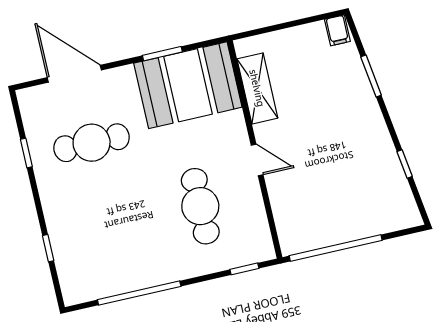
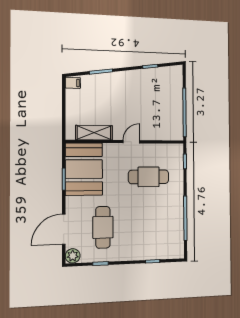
plant: (31, 100) -> (73, 256), added

